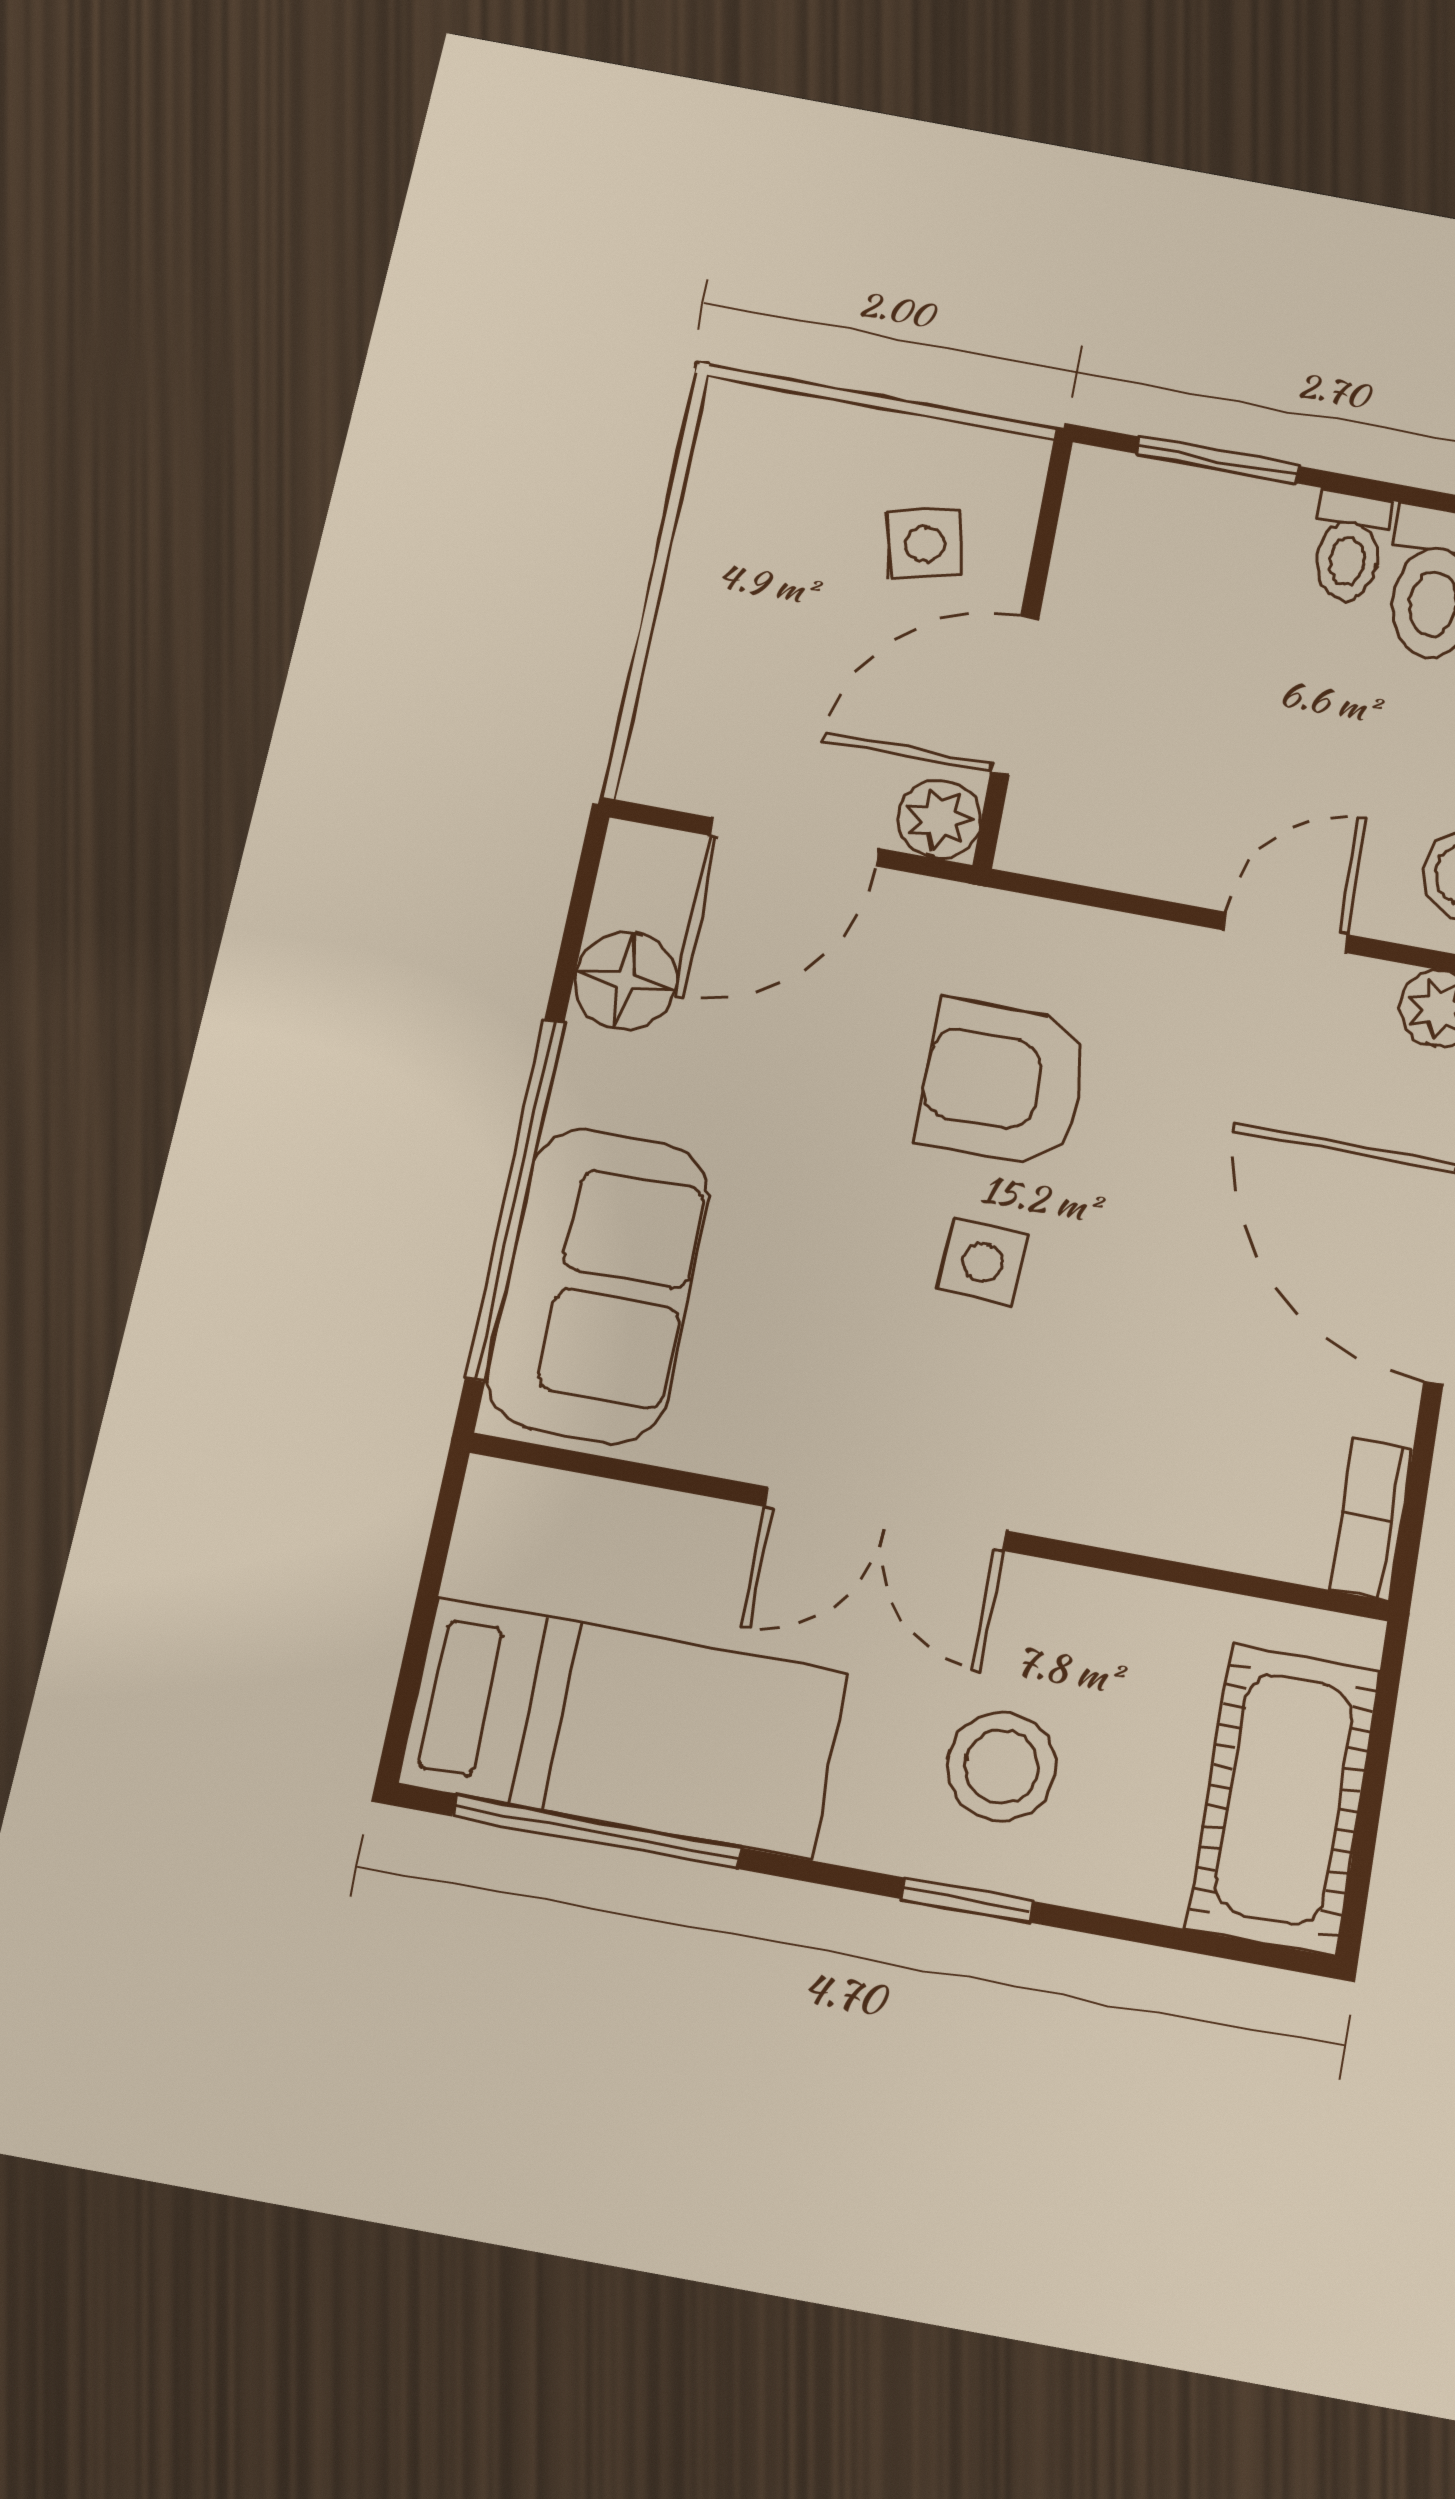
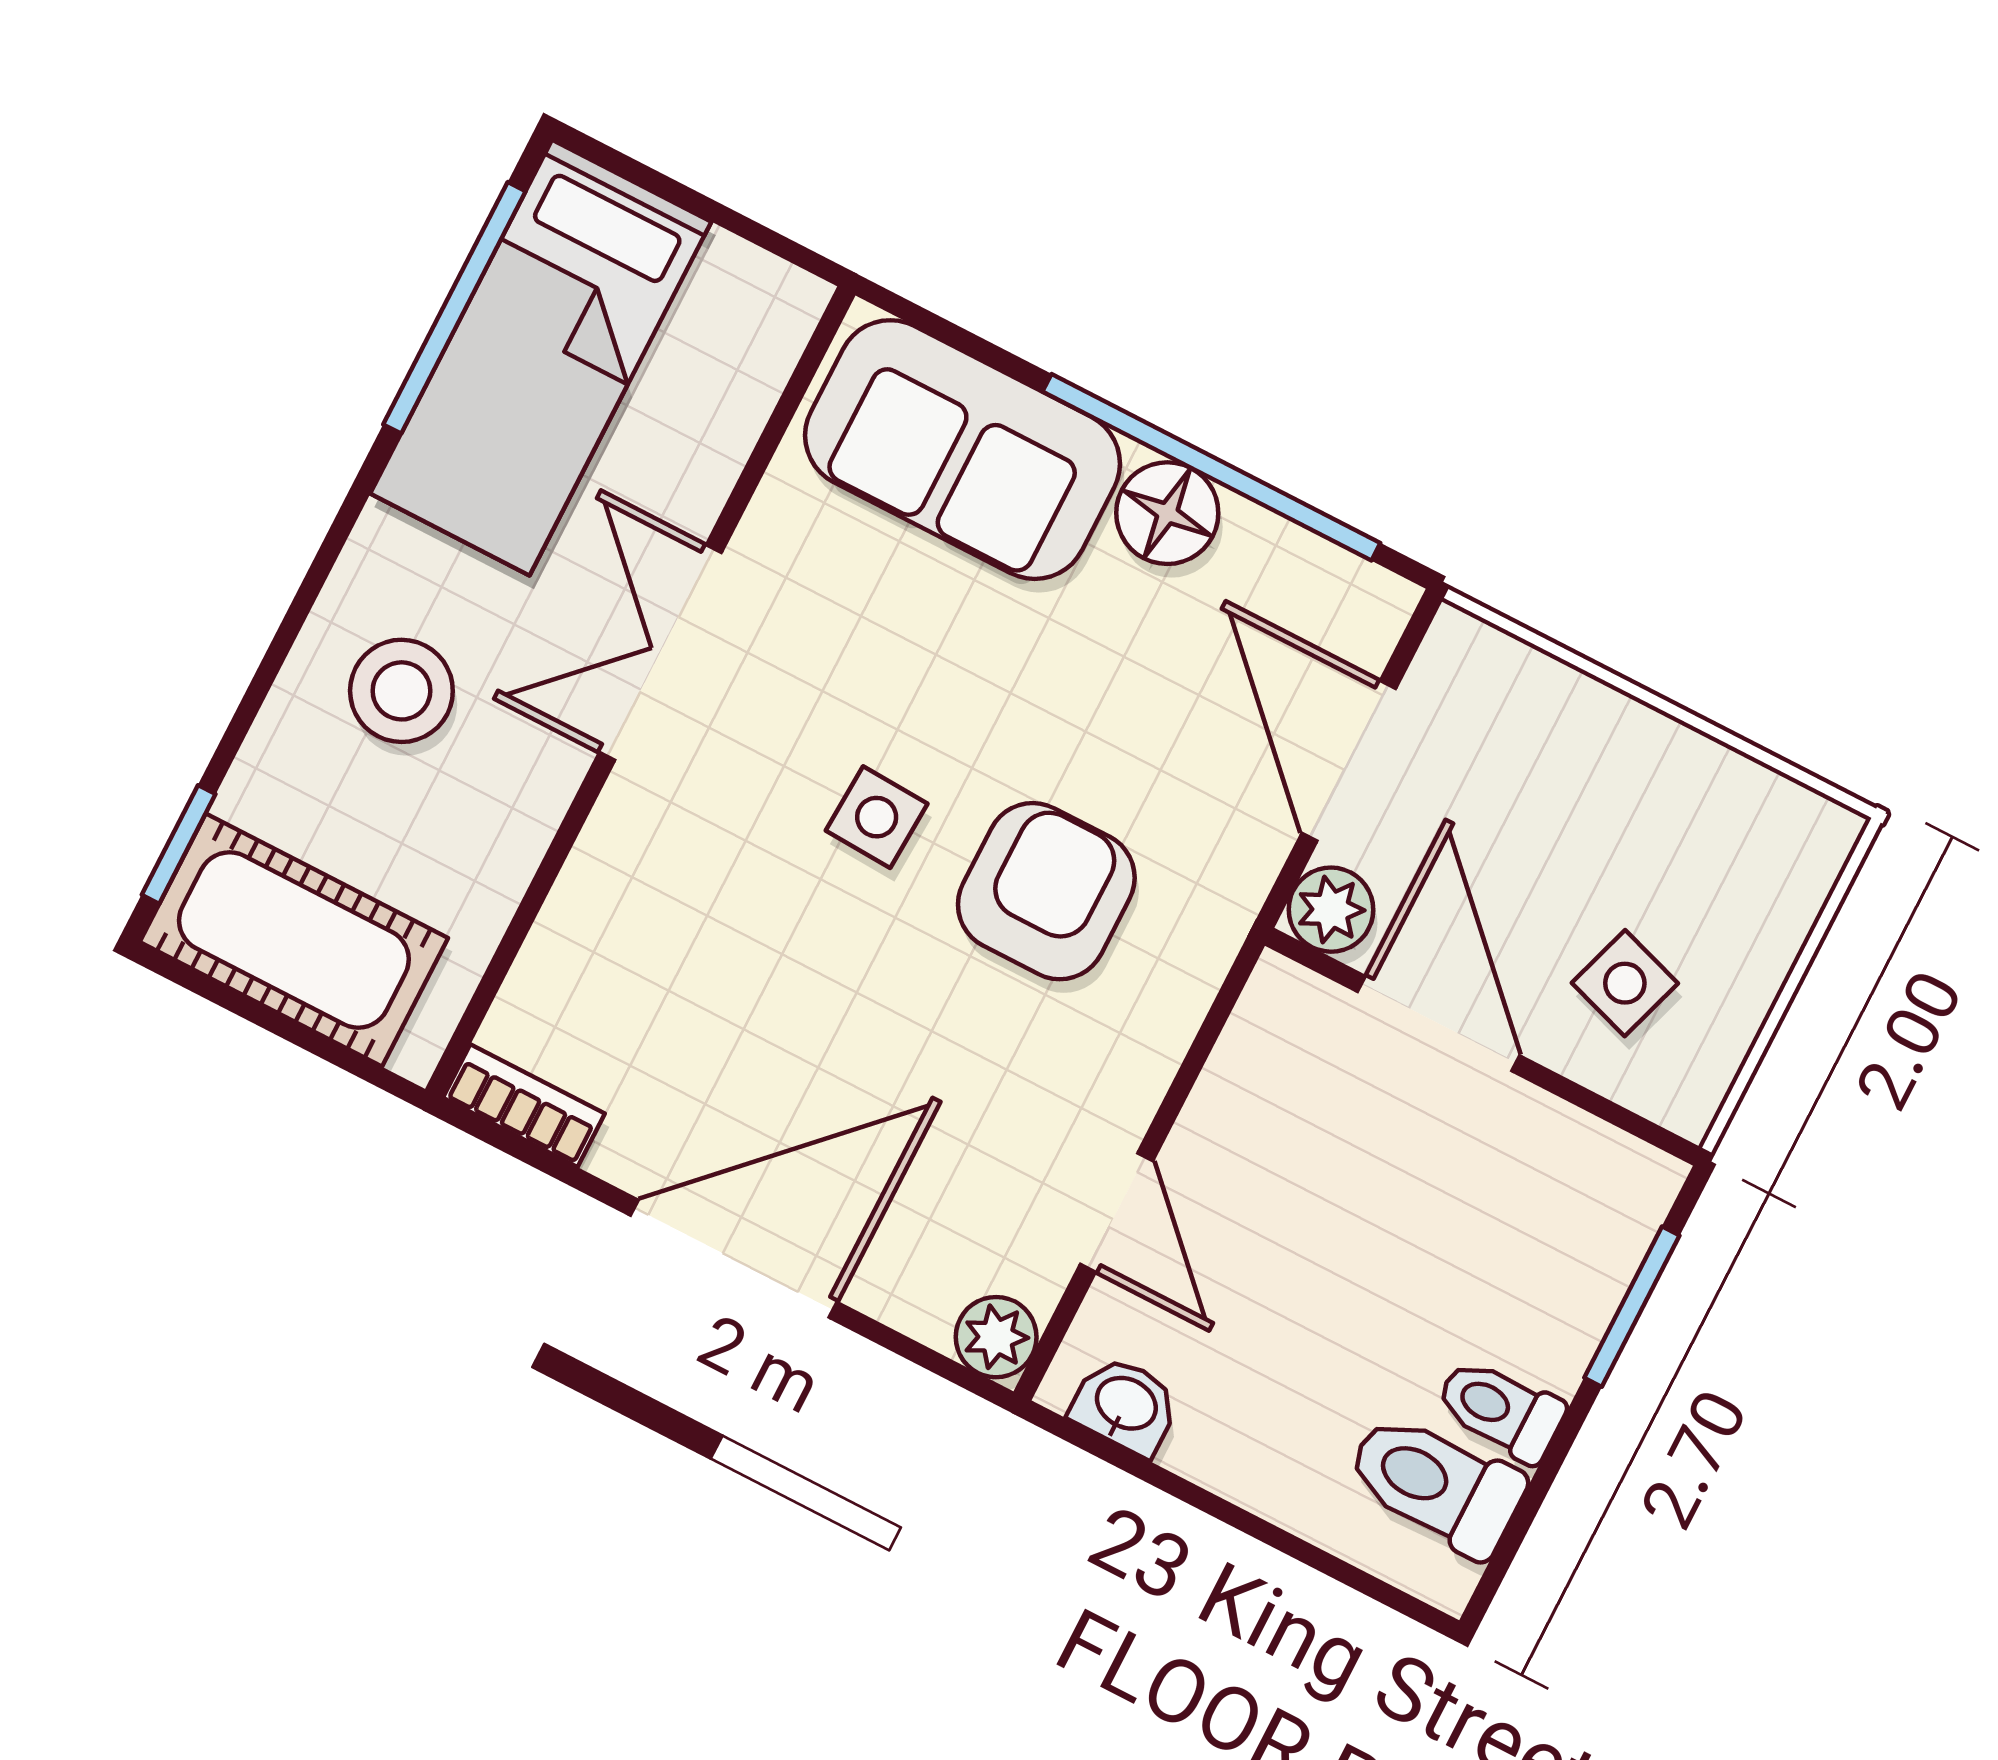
side table: (925, 544) -> (1625, 983), turned 31
floor lamp: (625, 981) -> (1167, 513), moved
window: (515, 1198) -> (1211, 467), moved
window: (967, 1900) -> (179, 844), moved

